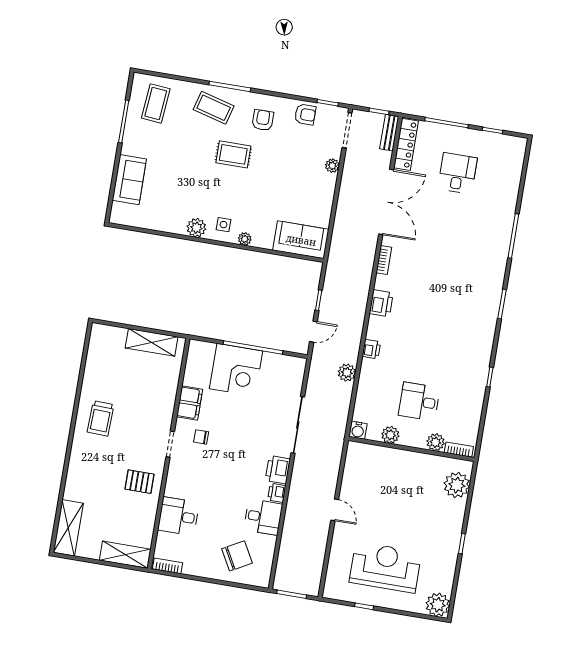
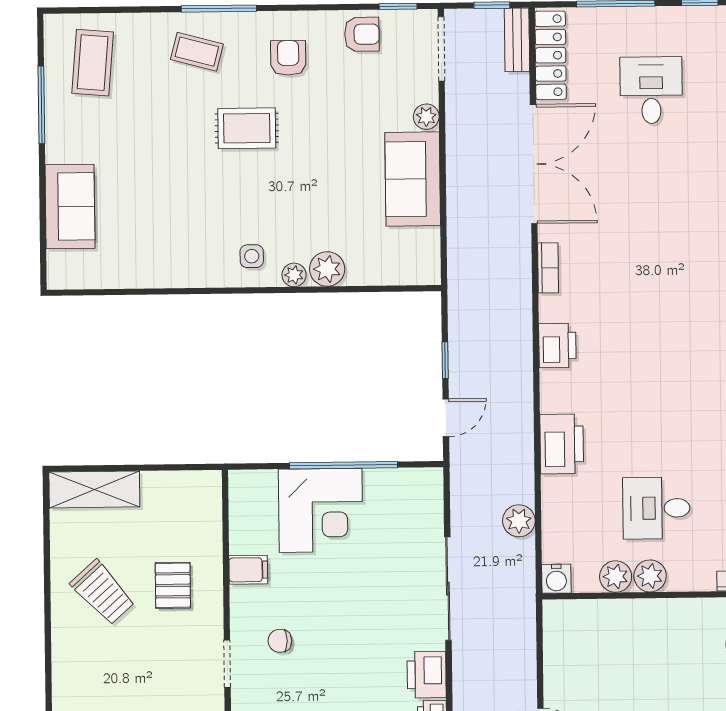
coffee table: (214, 108) -> (197, 52), width x0.73, depth x0.77
plant: (196, 228) -> (327, 269), moved
sofa: (301, 240) -> (413, 179), moved, turned -90
shelving: (152, 342) -> (94, 489), moved
printer: (371, 349) -> (562, 444), width x1.87, depth x1.48
plant: (347, 373) -> (519, 521), moved
pallet: (148, 396) -> (173, 585), added
filing cabinet: (190, 403) -> (248, 570), width x0.50
trolley: (101, 418) -> (103, 592), moved, turned -44
plant: (436, 442) -> (650, 576), moved

